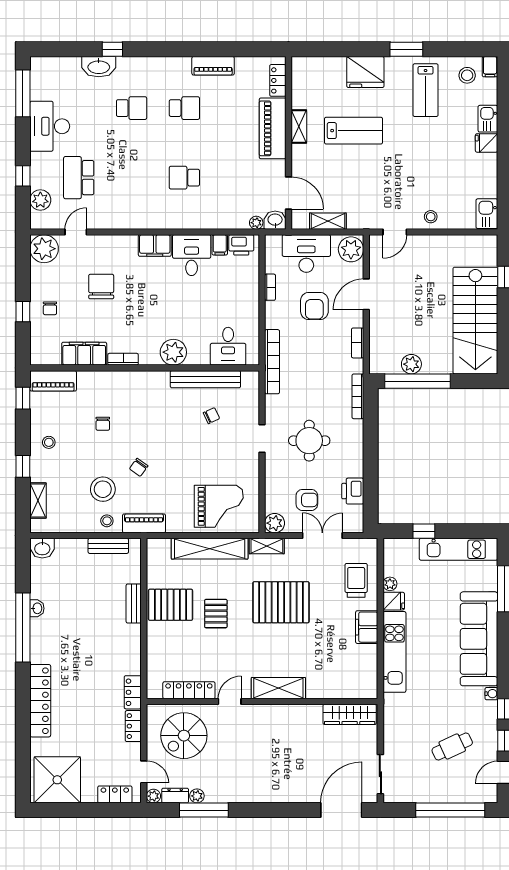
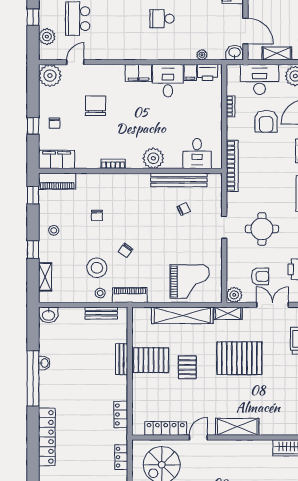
plant: (256, 223) -> (202, 55), moved
filing cabinet: (84, 354) -> (57, 159), moved
locker: (133, 692) -> (121, 414), moved

